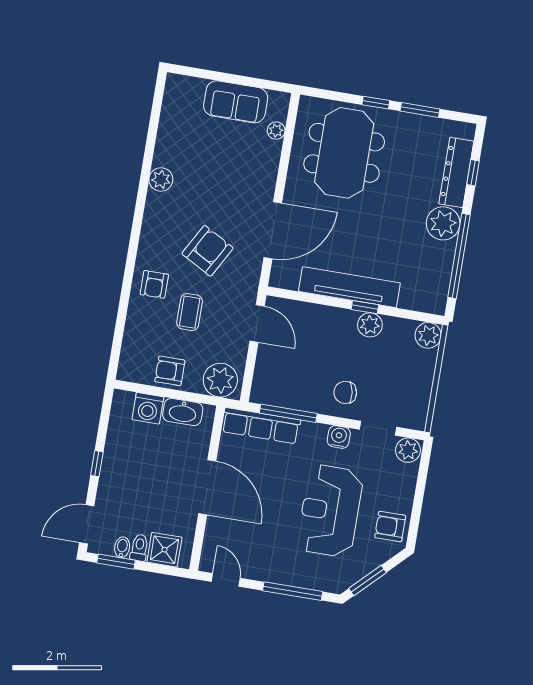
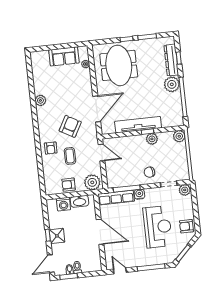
water cooler: (339, 437) -> (139, 194), moved
reception desk: (330, 511) -> (158, 227), turned 180
shower: (164, 550) -> (57, 236), moved

